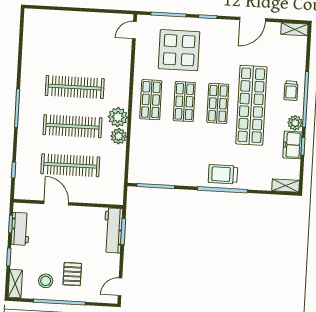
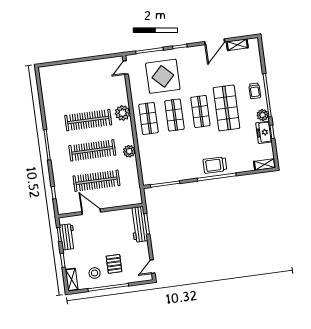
shelving: (294, 29) -> (237, 45), moved
shop shelf: (251, 105) -> (226, 108), width x0.71
plant: (118, 117) -> (123, 113), moved

